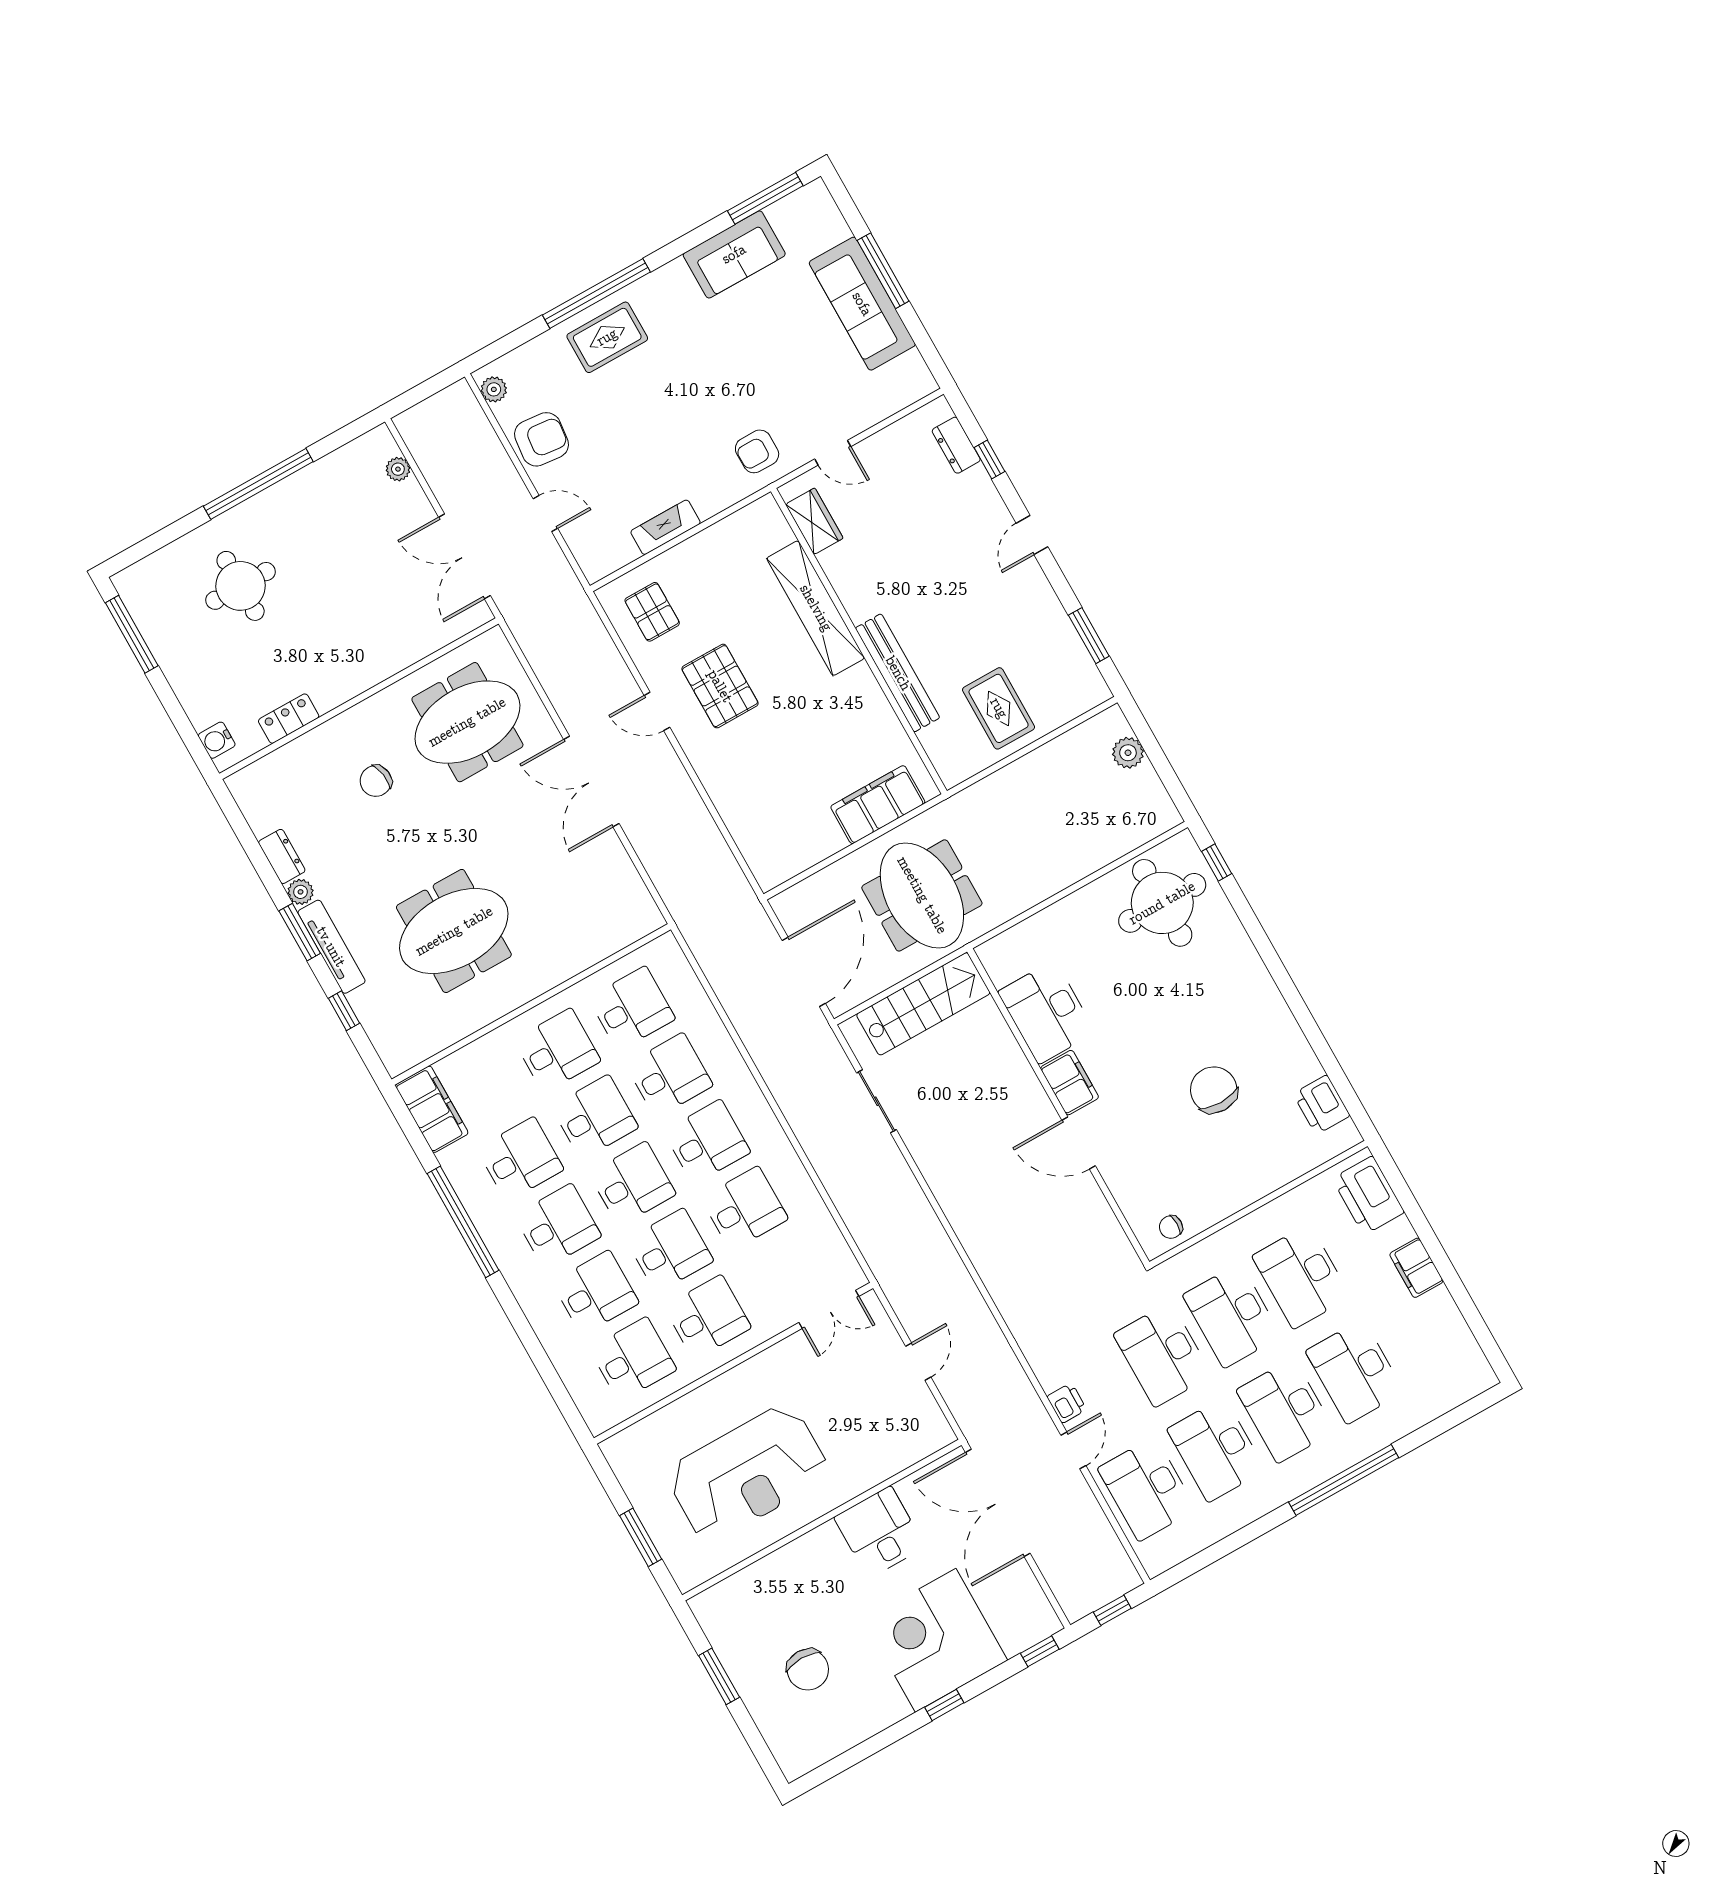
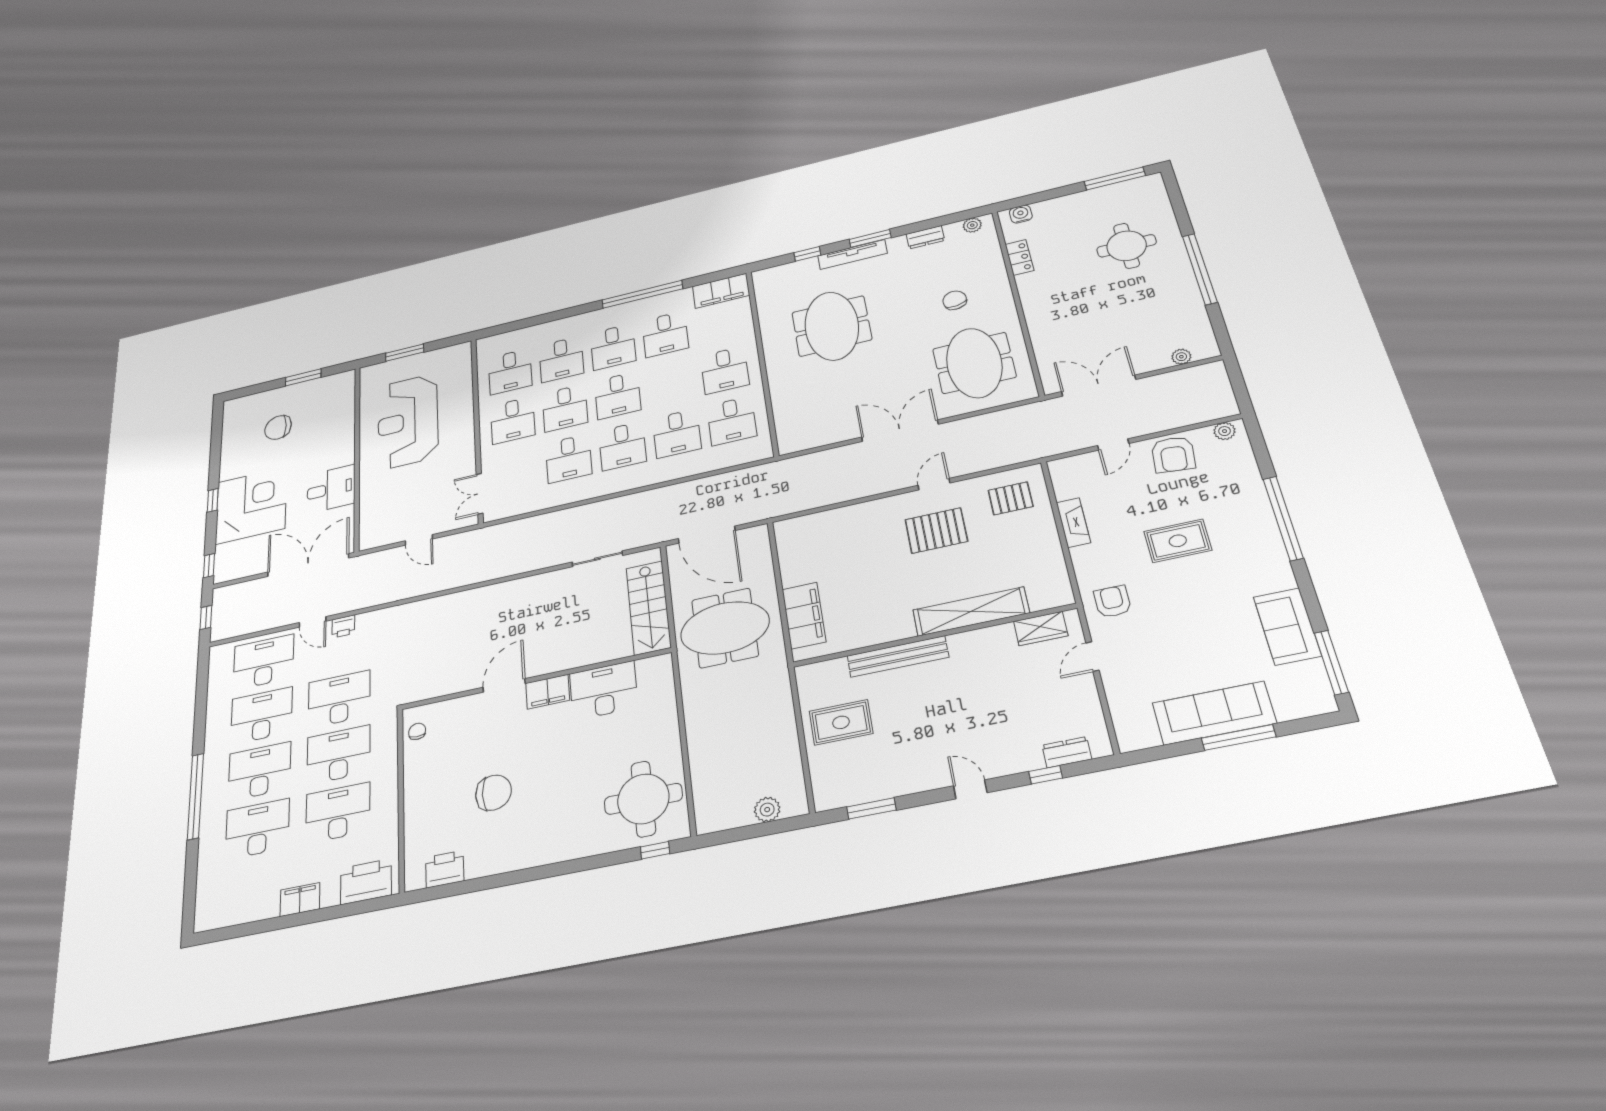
rug: (607, 337) -> (1178, 541), moved, turned 90
plant: (301, 892) -> (972, 225), moved
desk: (595, 1117) -> (671, 383), removed

